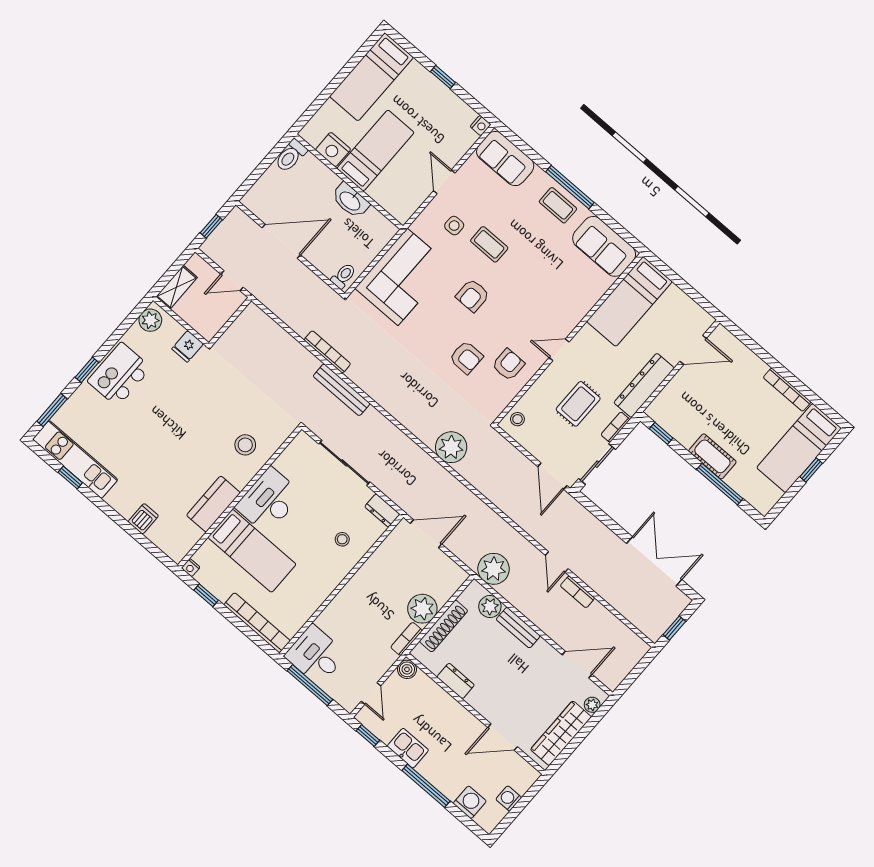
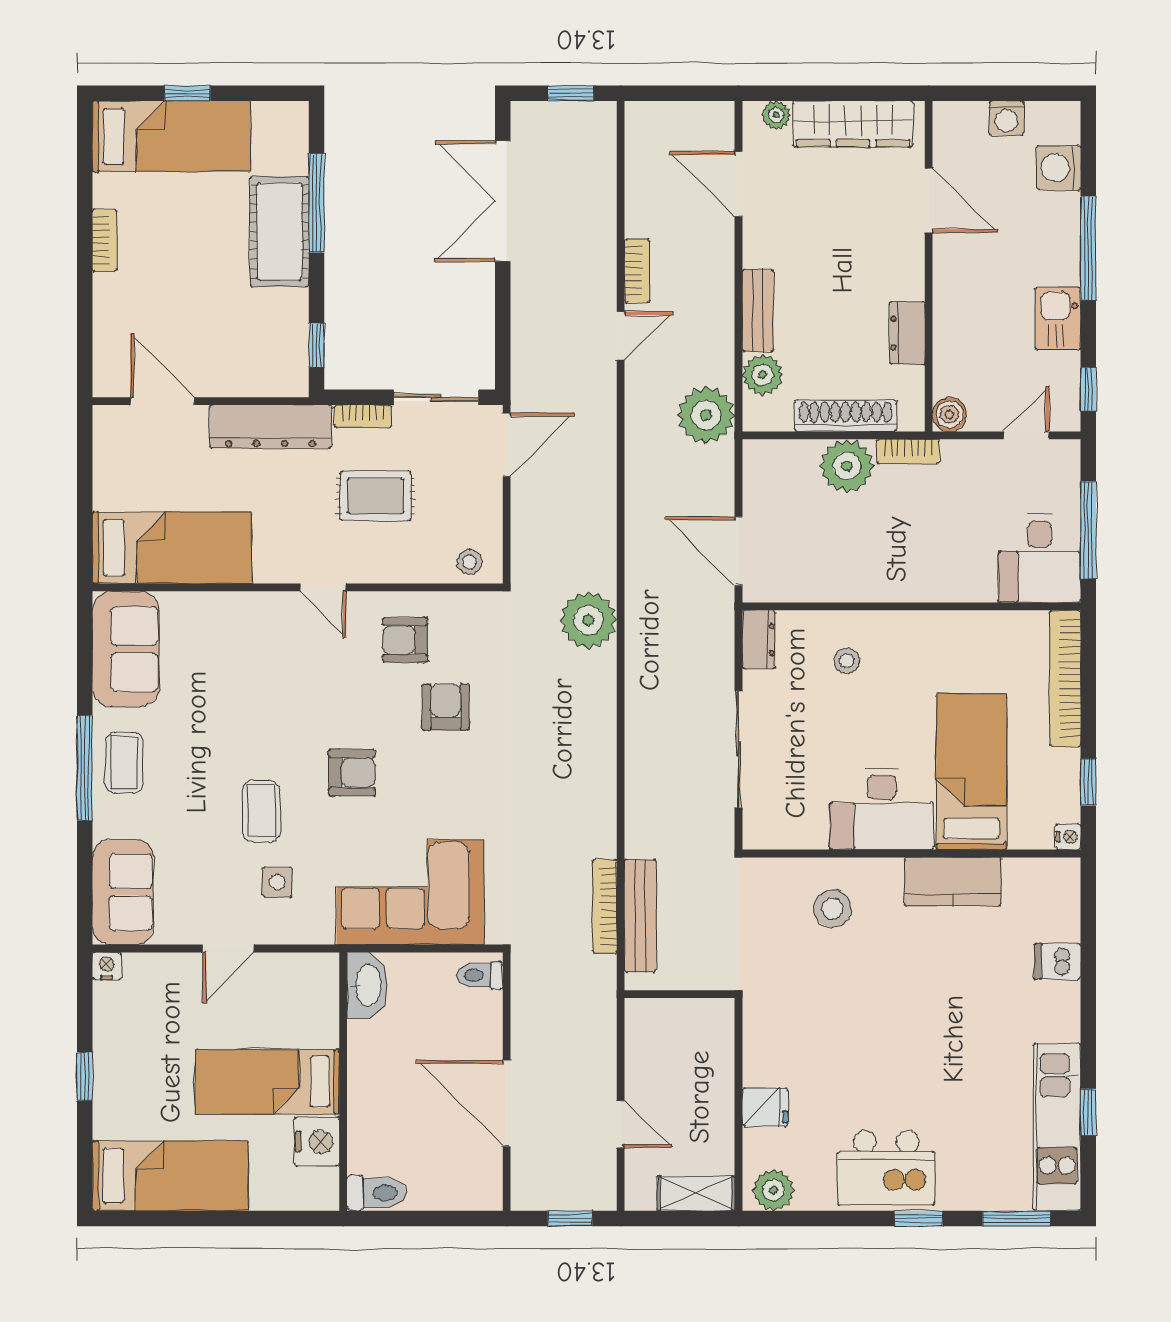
washbasin: (350, 201) -> (367, 985), moved
wall: (230, 322) -> (680, 994), moved
bench: (342, 390) -> (640, 916), moved
bookcase: (787, 390) -> (105, 240), width x0.64
cot: (712, 456) -> (280, 232), width x1.37, depth x1.34

